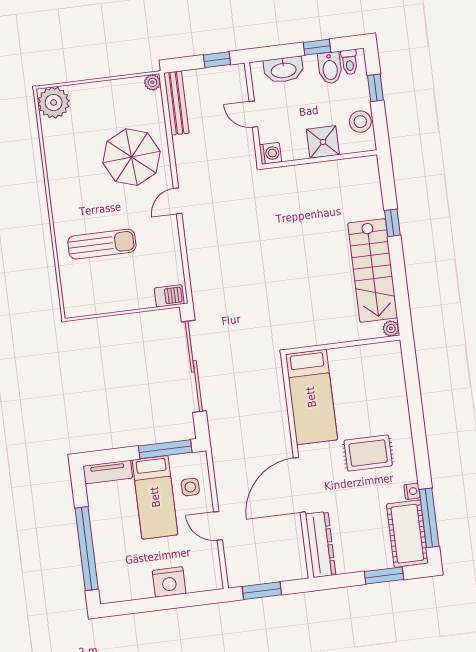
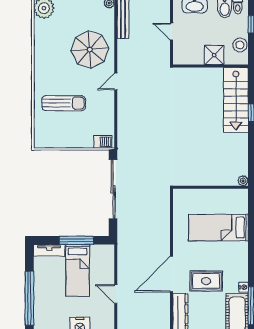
washing machine: (270, 153) -> (179, 58), removed
stairs: (373, 270) -> (236, 100), moved
bed: (311, 397) -> (219, 228), moved, turned 90
window: (165, 449) -> (76, 240), moved
rug: (368, 453) -> (206, 281), moved
side table: (190, 487) -> (101, 267), removed

